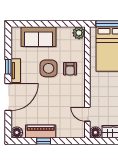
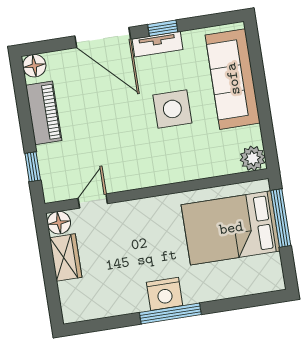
sofa: (39, 37) -> (233, 79), width x1.36
armchair: (70, 69) -> (178, 152), removed
window: (44, 141) -> (33, 167), moved

